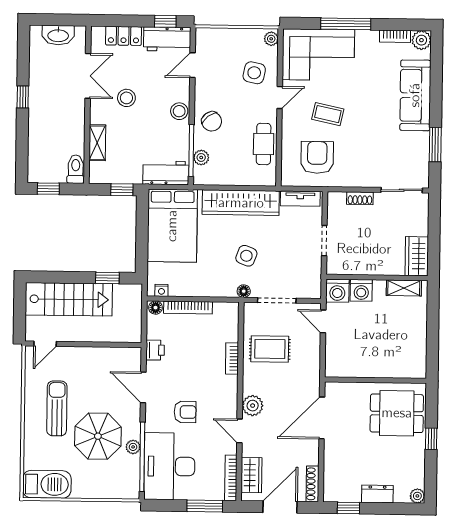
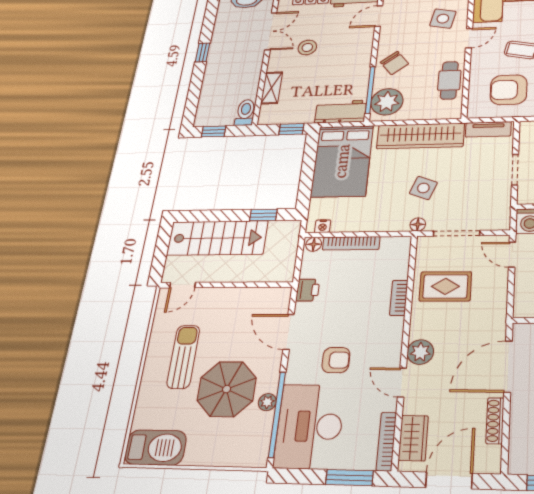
stool: (179, 111) -> (361, 56), removed
armchair: (317, 157) -> (509, 90), turned -90
plant: (201, 158) -> (387, 102), width x1.87, depth x1.87
shoe rack: (313, 484) -> (495, 421), moved

